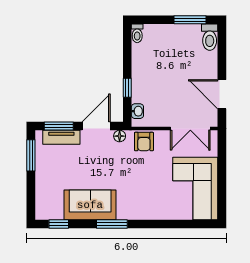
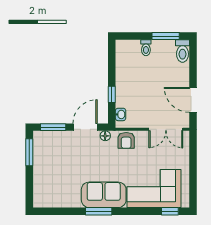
toilet: (137, 33) -> (146, 48), moved
tv unit: (61, 137) -> (55, 137), removed
corner sofa: (195, 188) -> (154, 188), moved, turned 90
sofa: (90, 205) -> (104, 195), moved
window: (59, 224) -> (170, 211), moved

